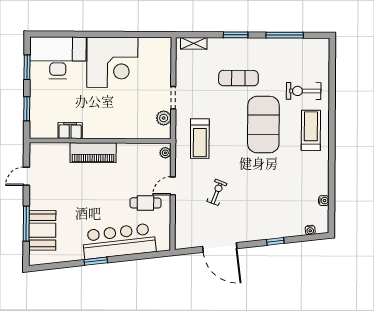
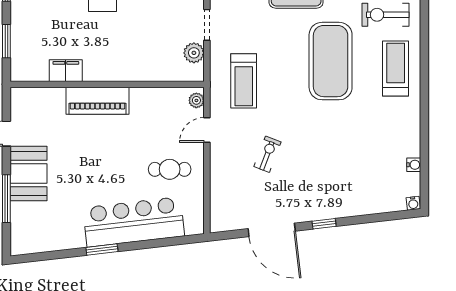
door: (173, 186) -> (207, 130), moved
booth: (42, 230) -> (28, 173), moved
water cooler: (310, 230) -> (413, 203), moved
window: (275, 241) -> (324, 224), moved

